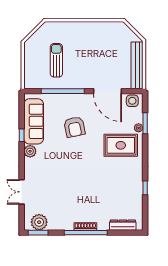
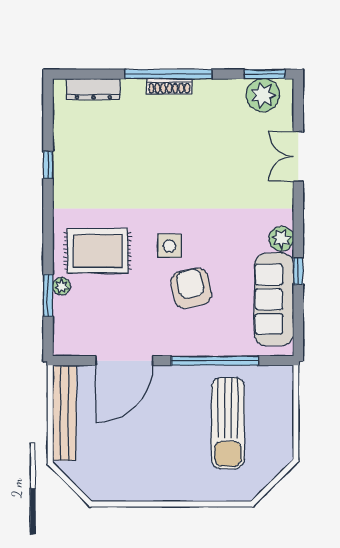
sun lounger: (56, 60) -> (228, 423), width x1.36, depth x1.34
door: (107, 91) -> (124, 361), swing flipped
side table: (132, 101) -> (169, 246), moved
double door: (22, 192) -> (298, 156), swing flipped

